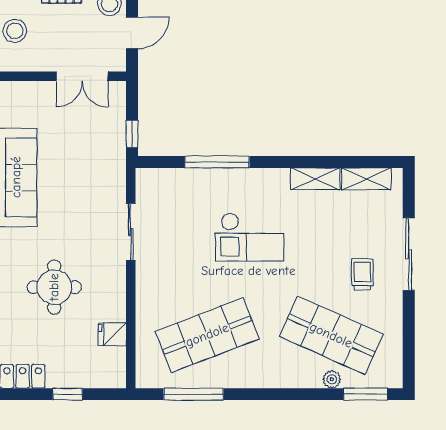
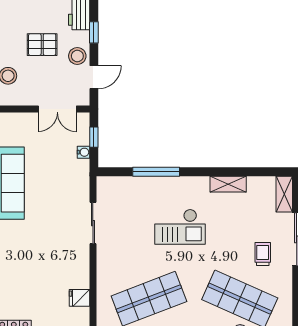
window: (132, 134) -> (94, 137), moved
water cooler: (118, 135) -> (83, 152), added
shelving: (366, 179) -> (284, 194), moved, turned 90
round table: (54, 287) -> (37, 263), removed

